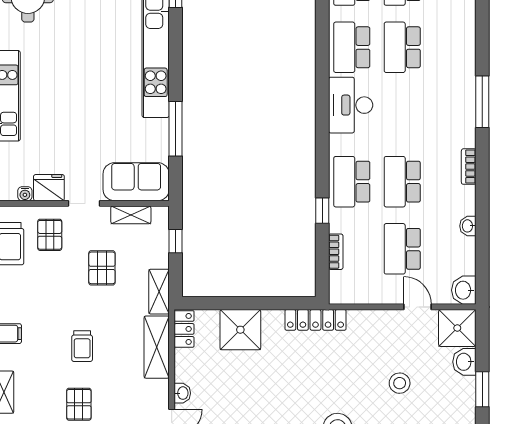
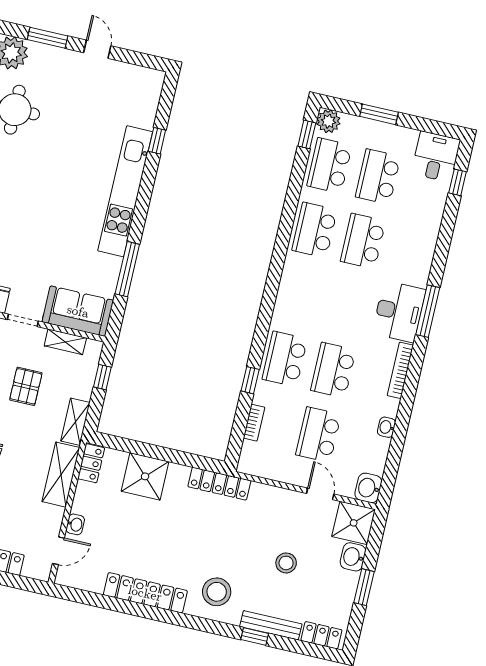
desk: (351, 105) -> (399, 312), moved, turned 180
bookcase: (469, 167) -> (400, 370), width x1.56

